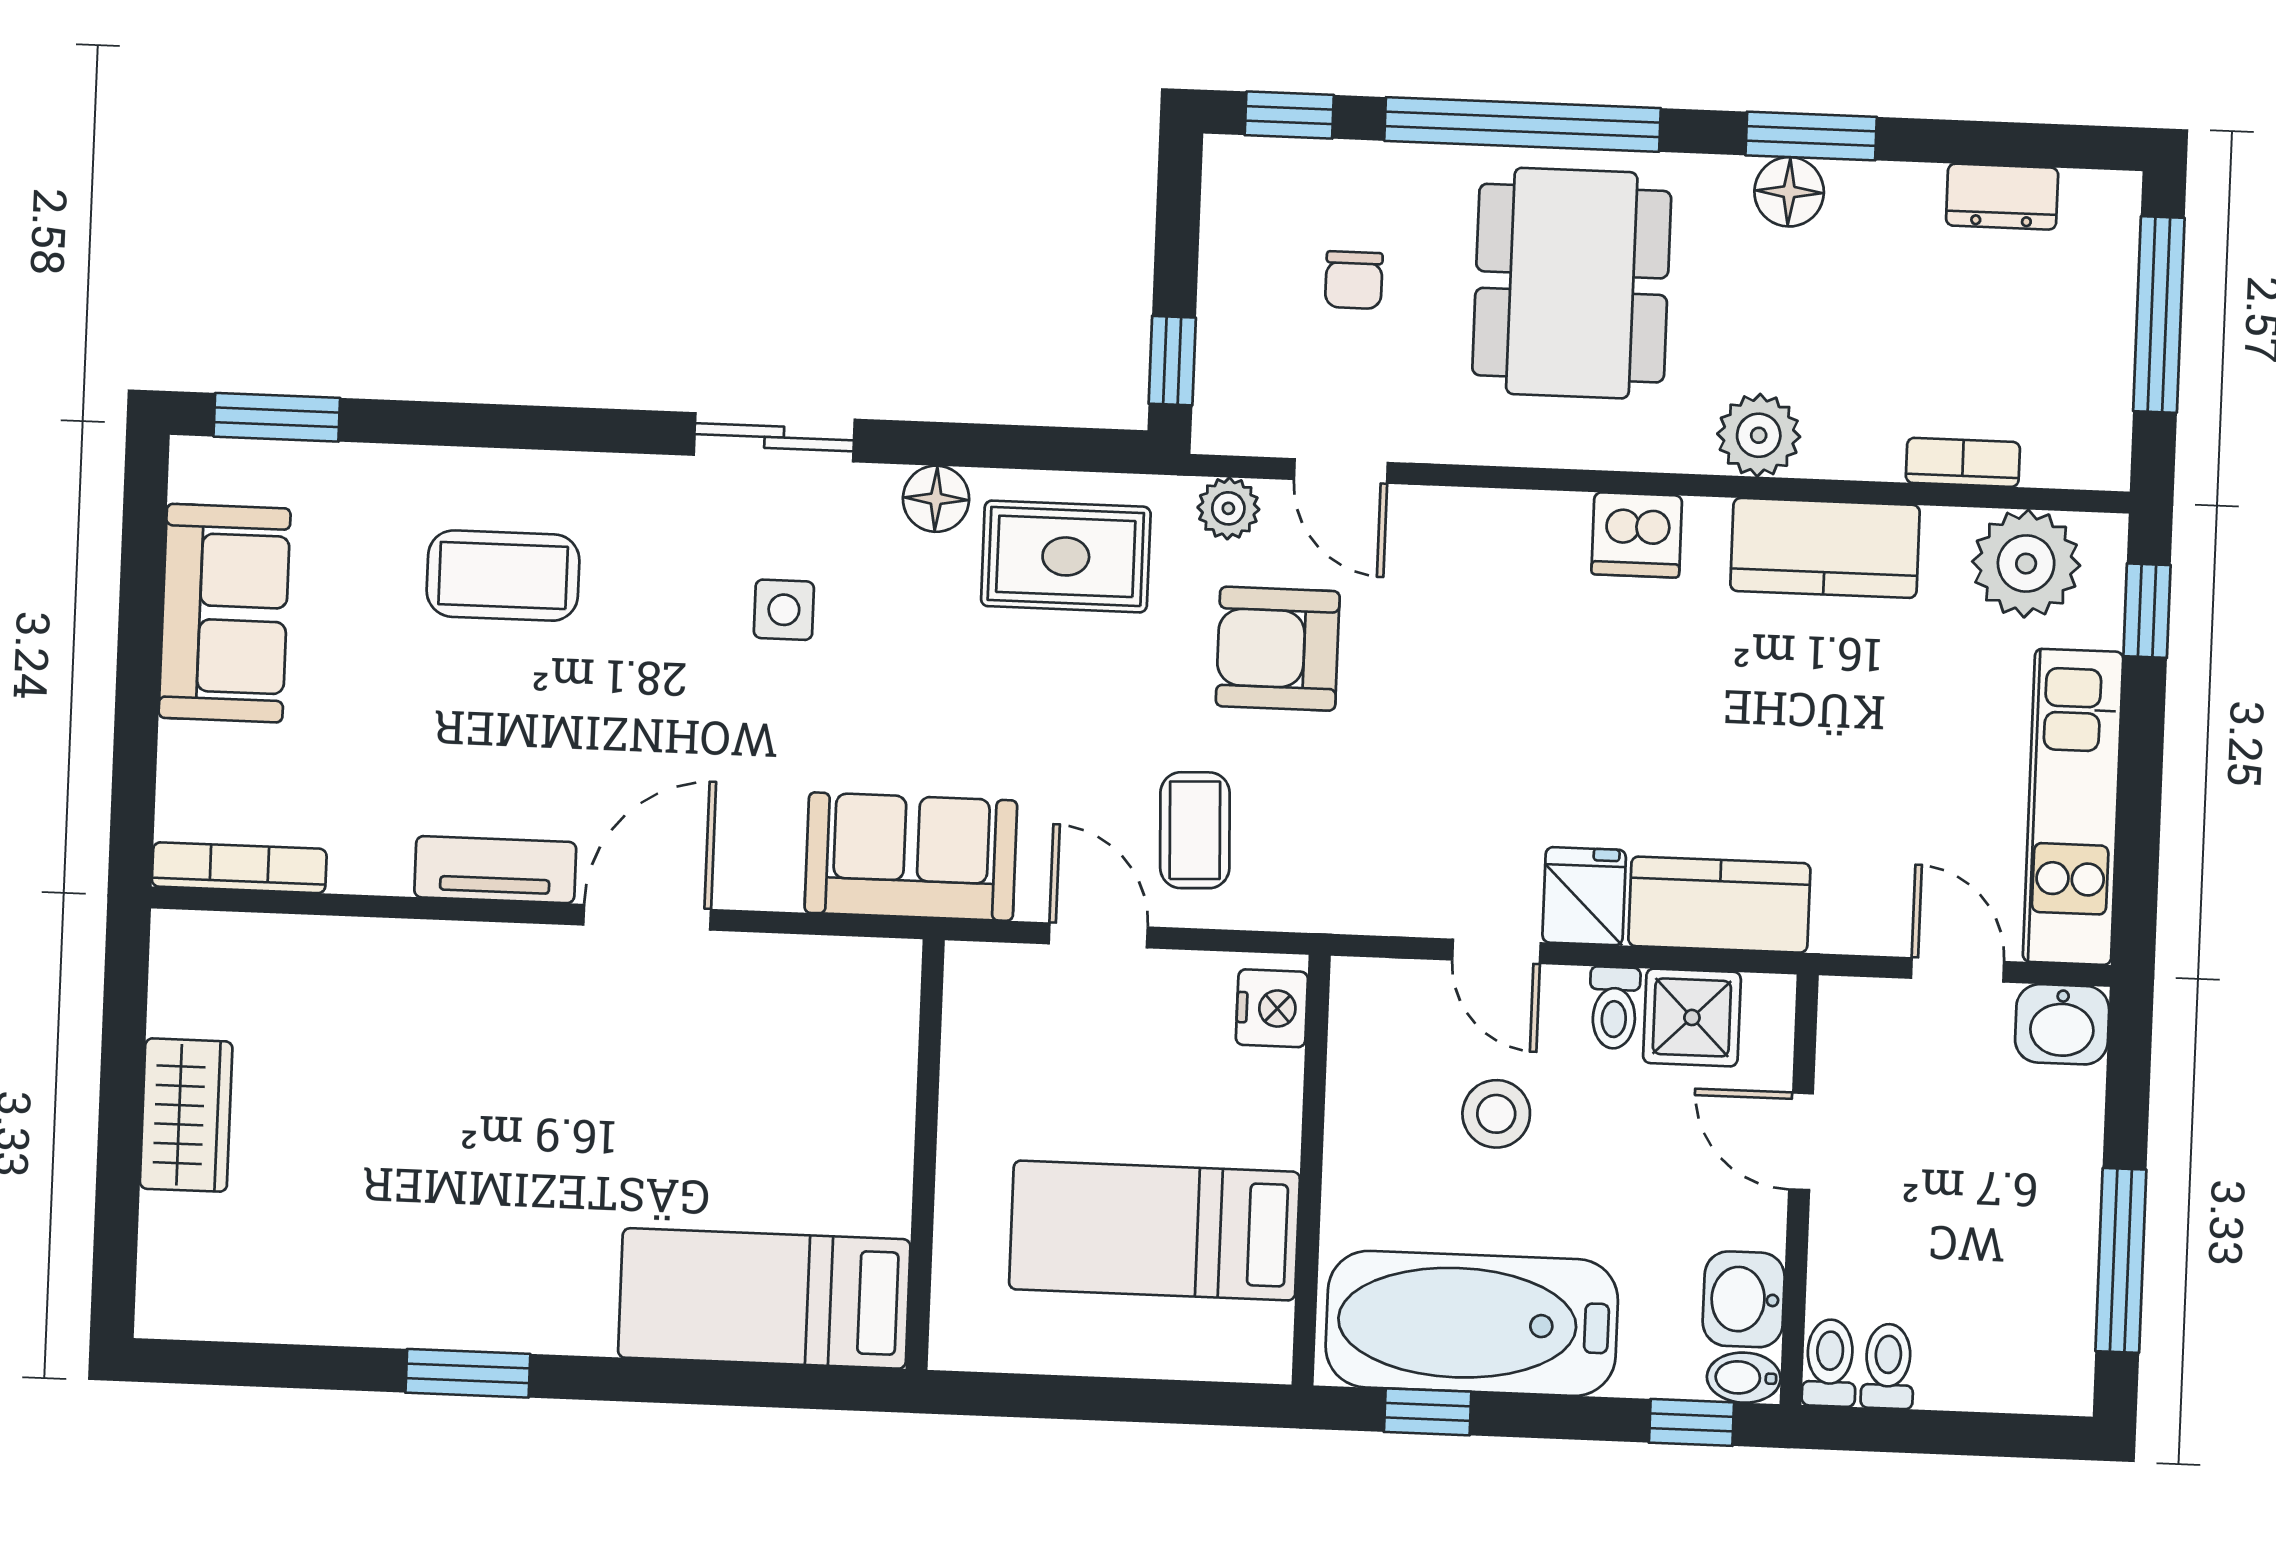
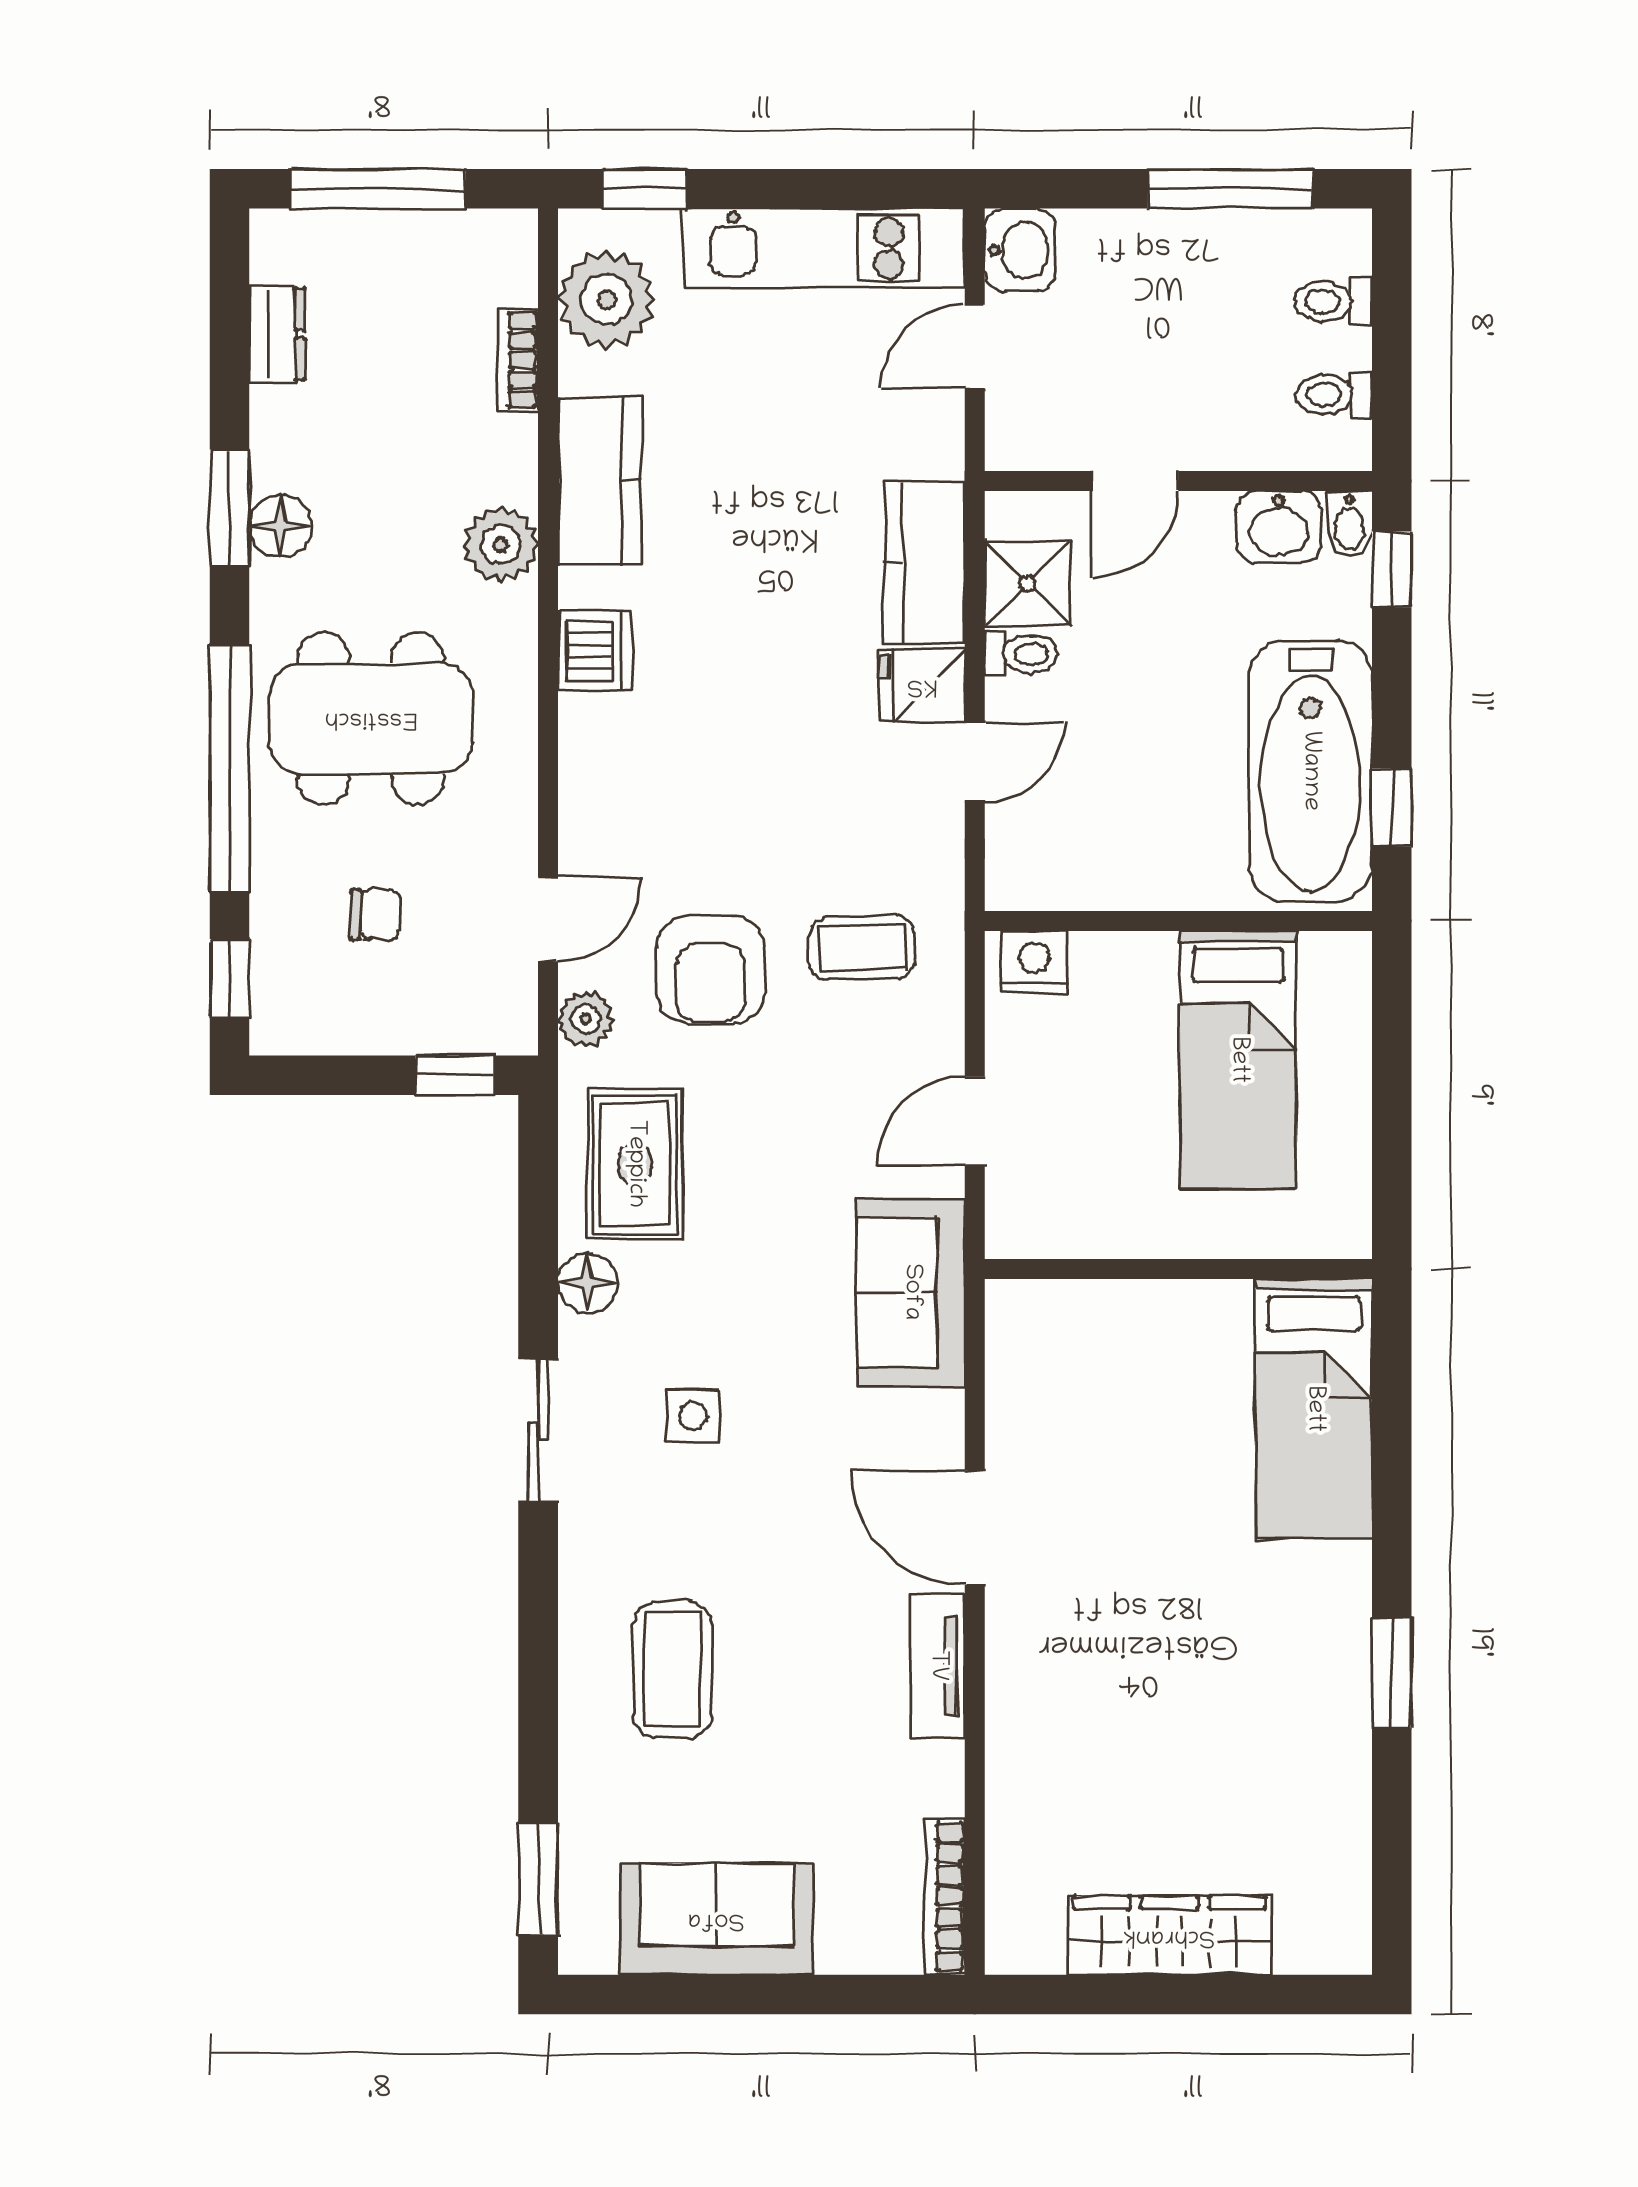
coffee table: (1195, 830) -> (862, 948), moved
stool: (1496, 1114) -> (1121, 756), removed
wardrobe: (186, 1115) -> (1169, 1936), width x1.50
toilet: (1830, 1363) -> (1333, 301), moved

